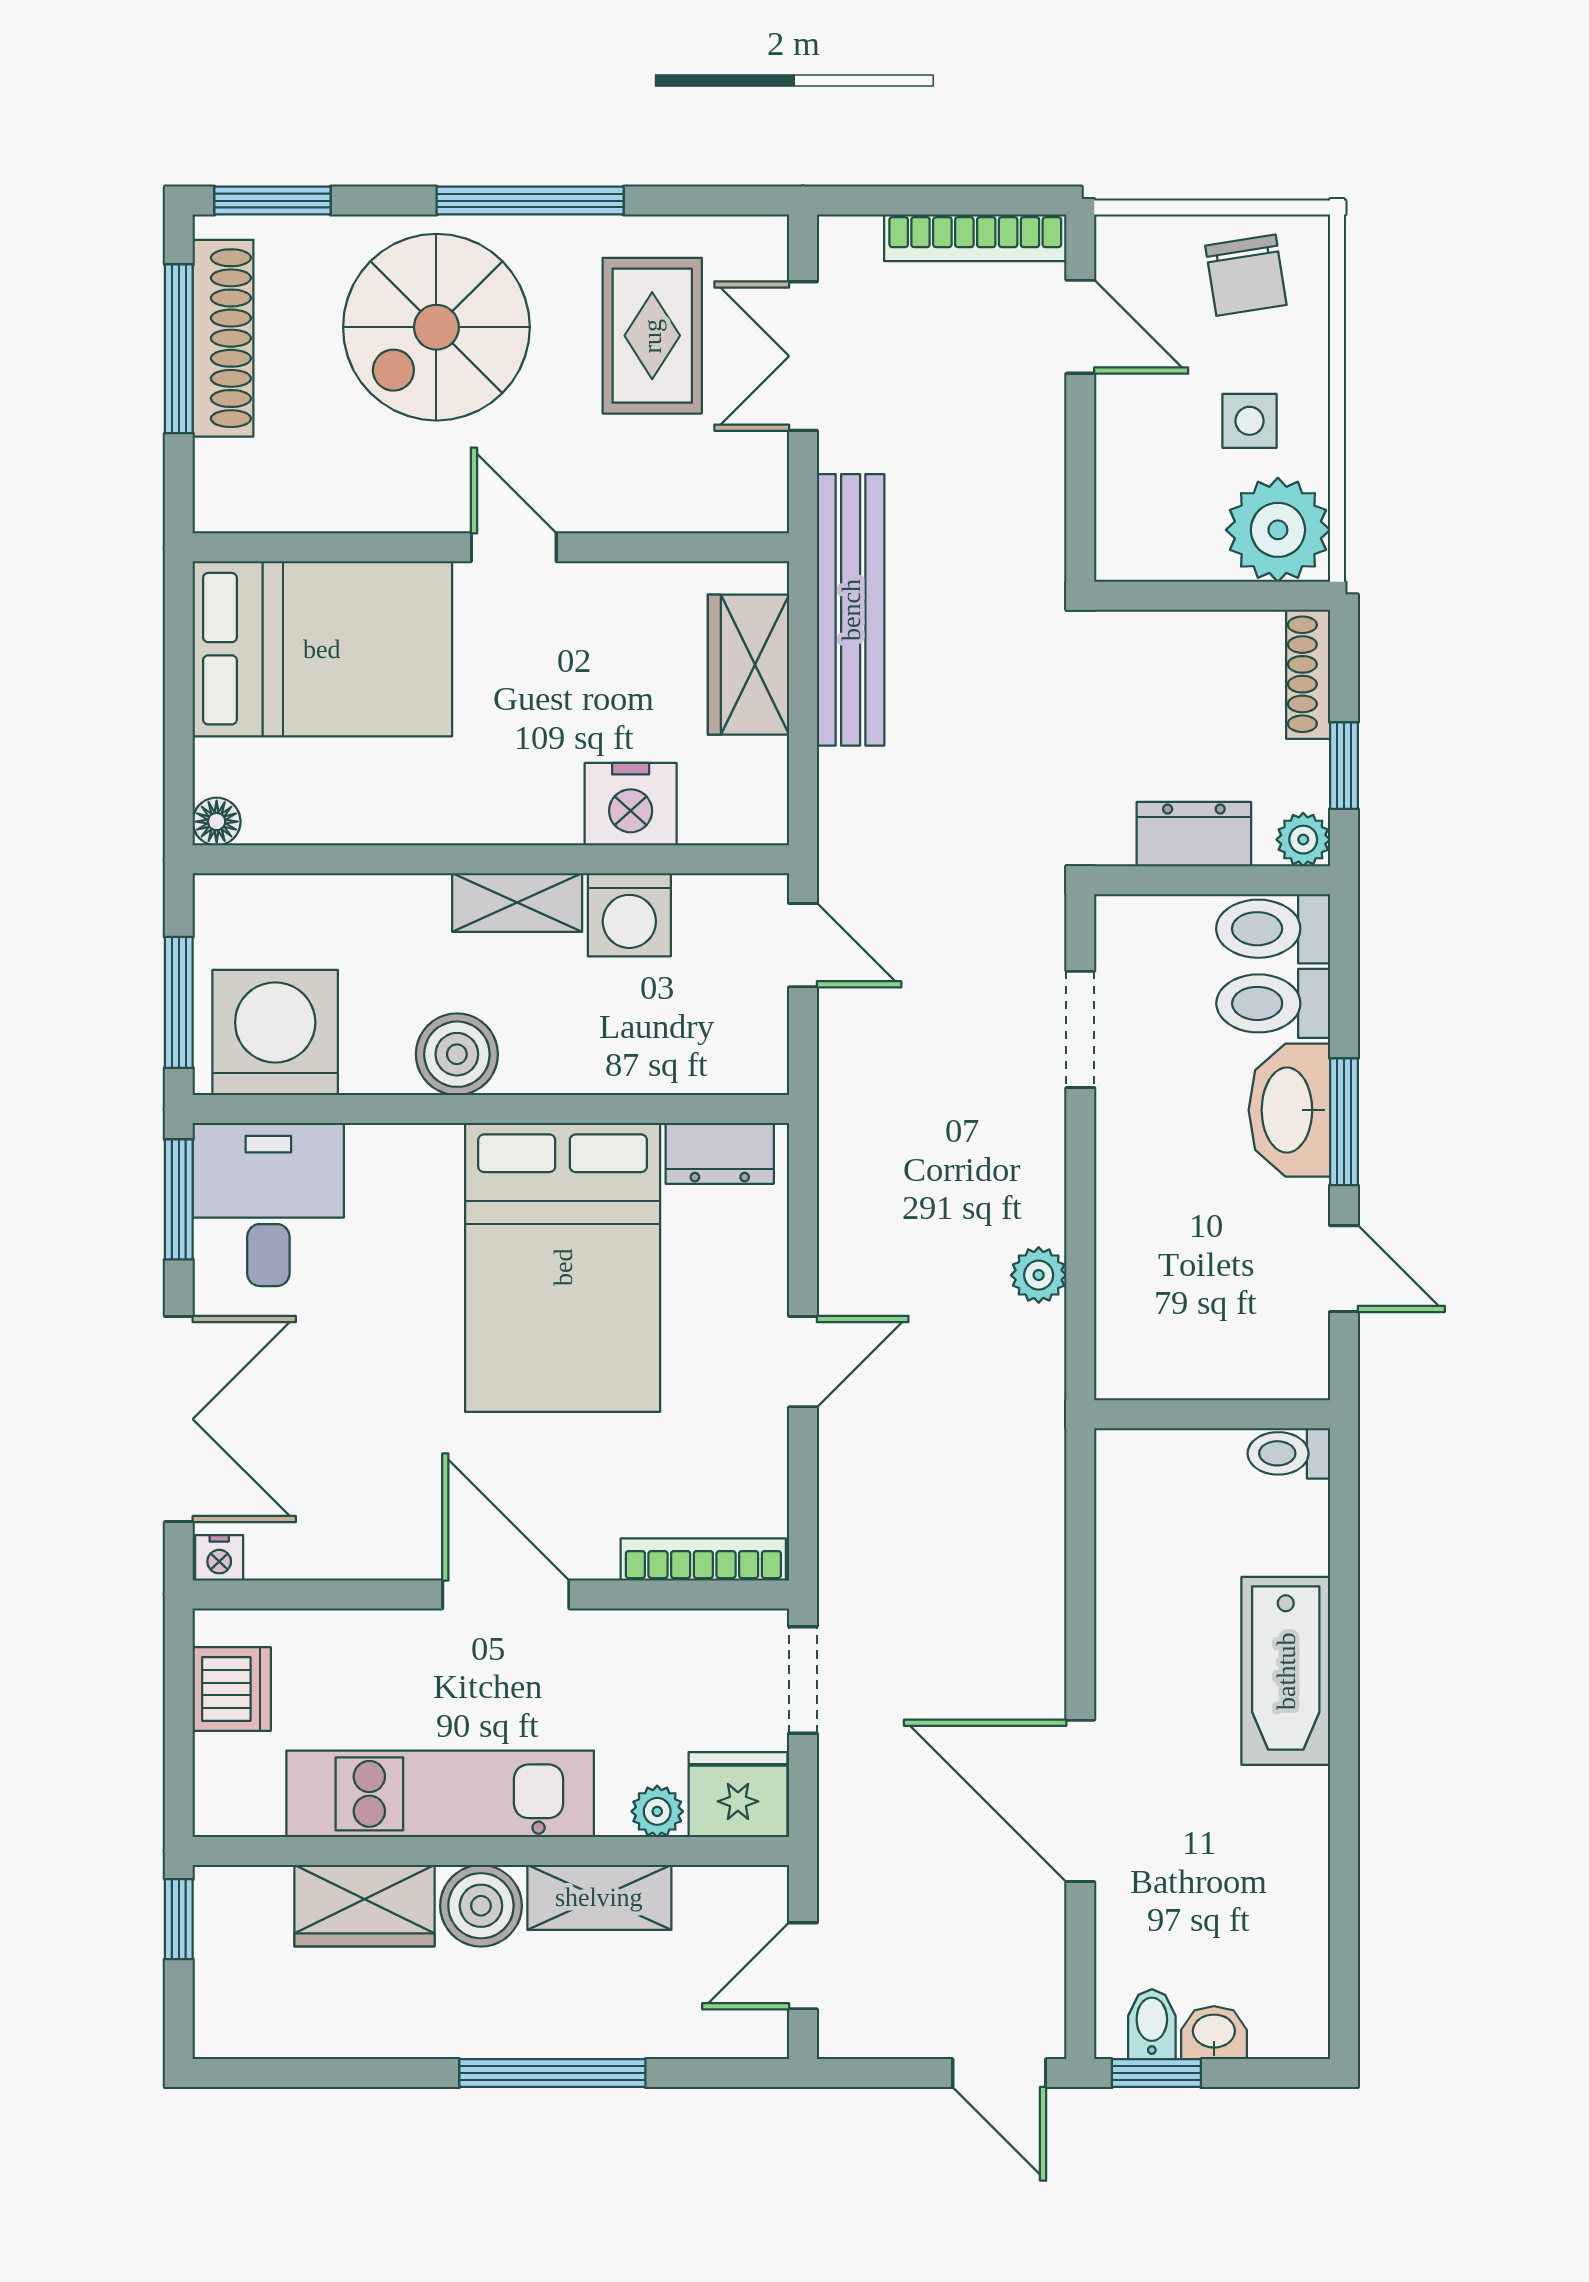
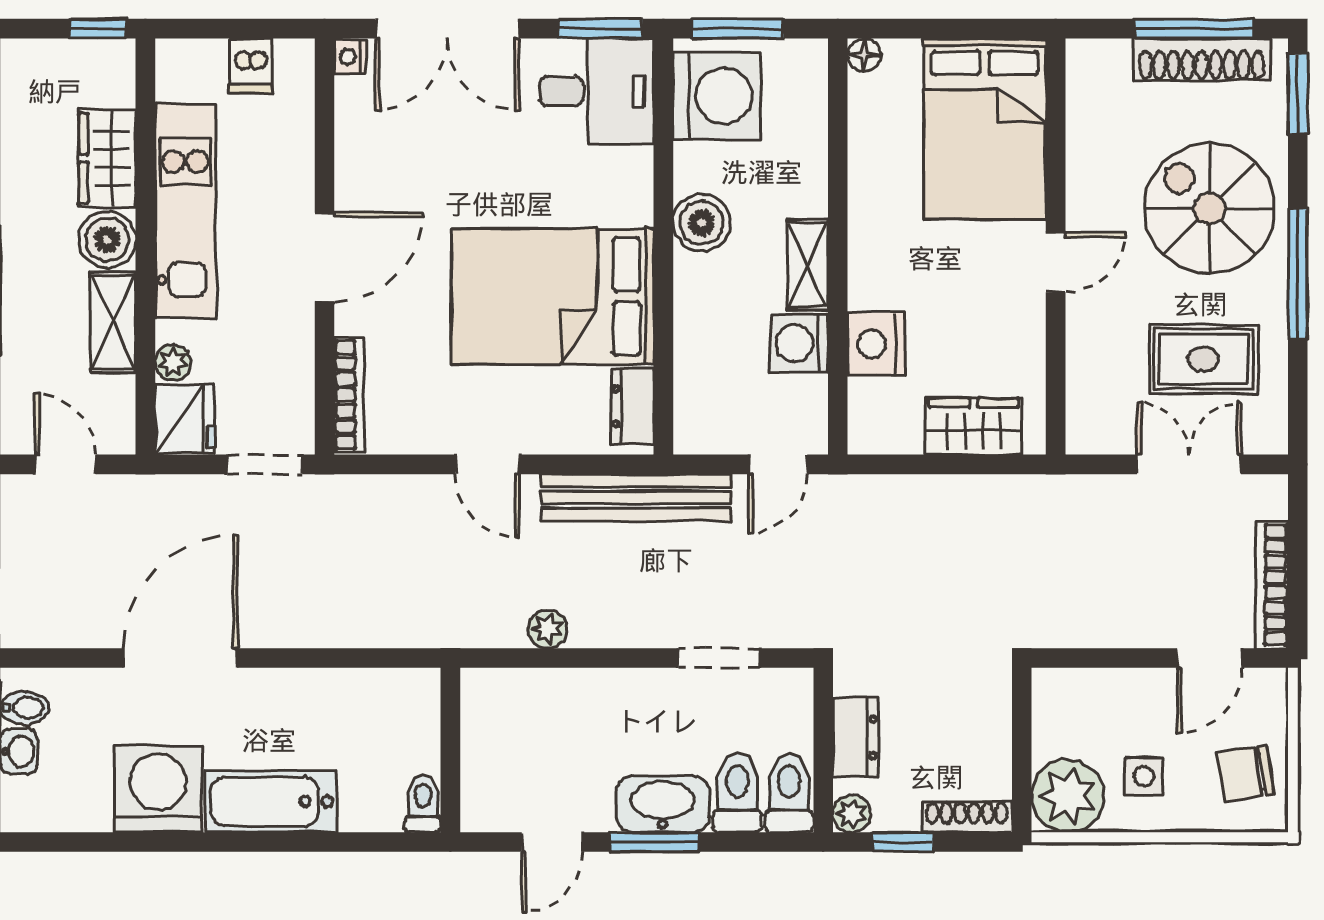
bench: (851, 610) -> (636, 498), moved
dishwasher: (232, 1689) -> (251, 66), width x0.73
washing machine: (1268, 1833) -> (158, 789), added

